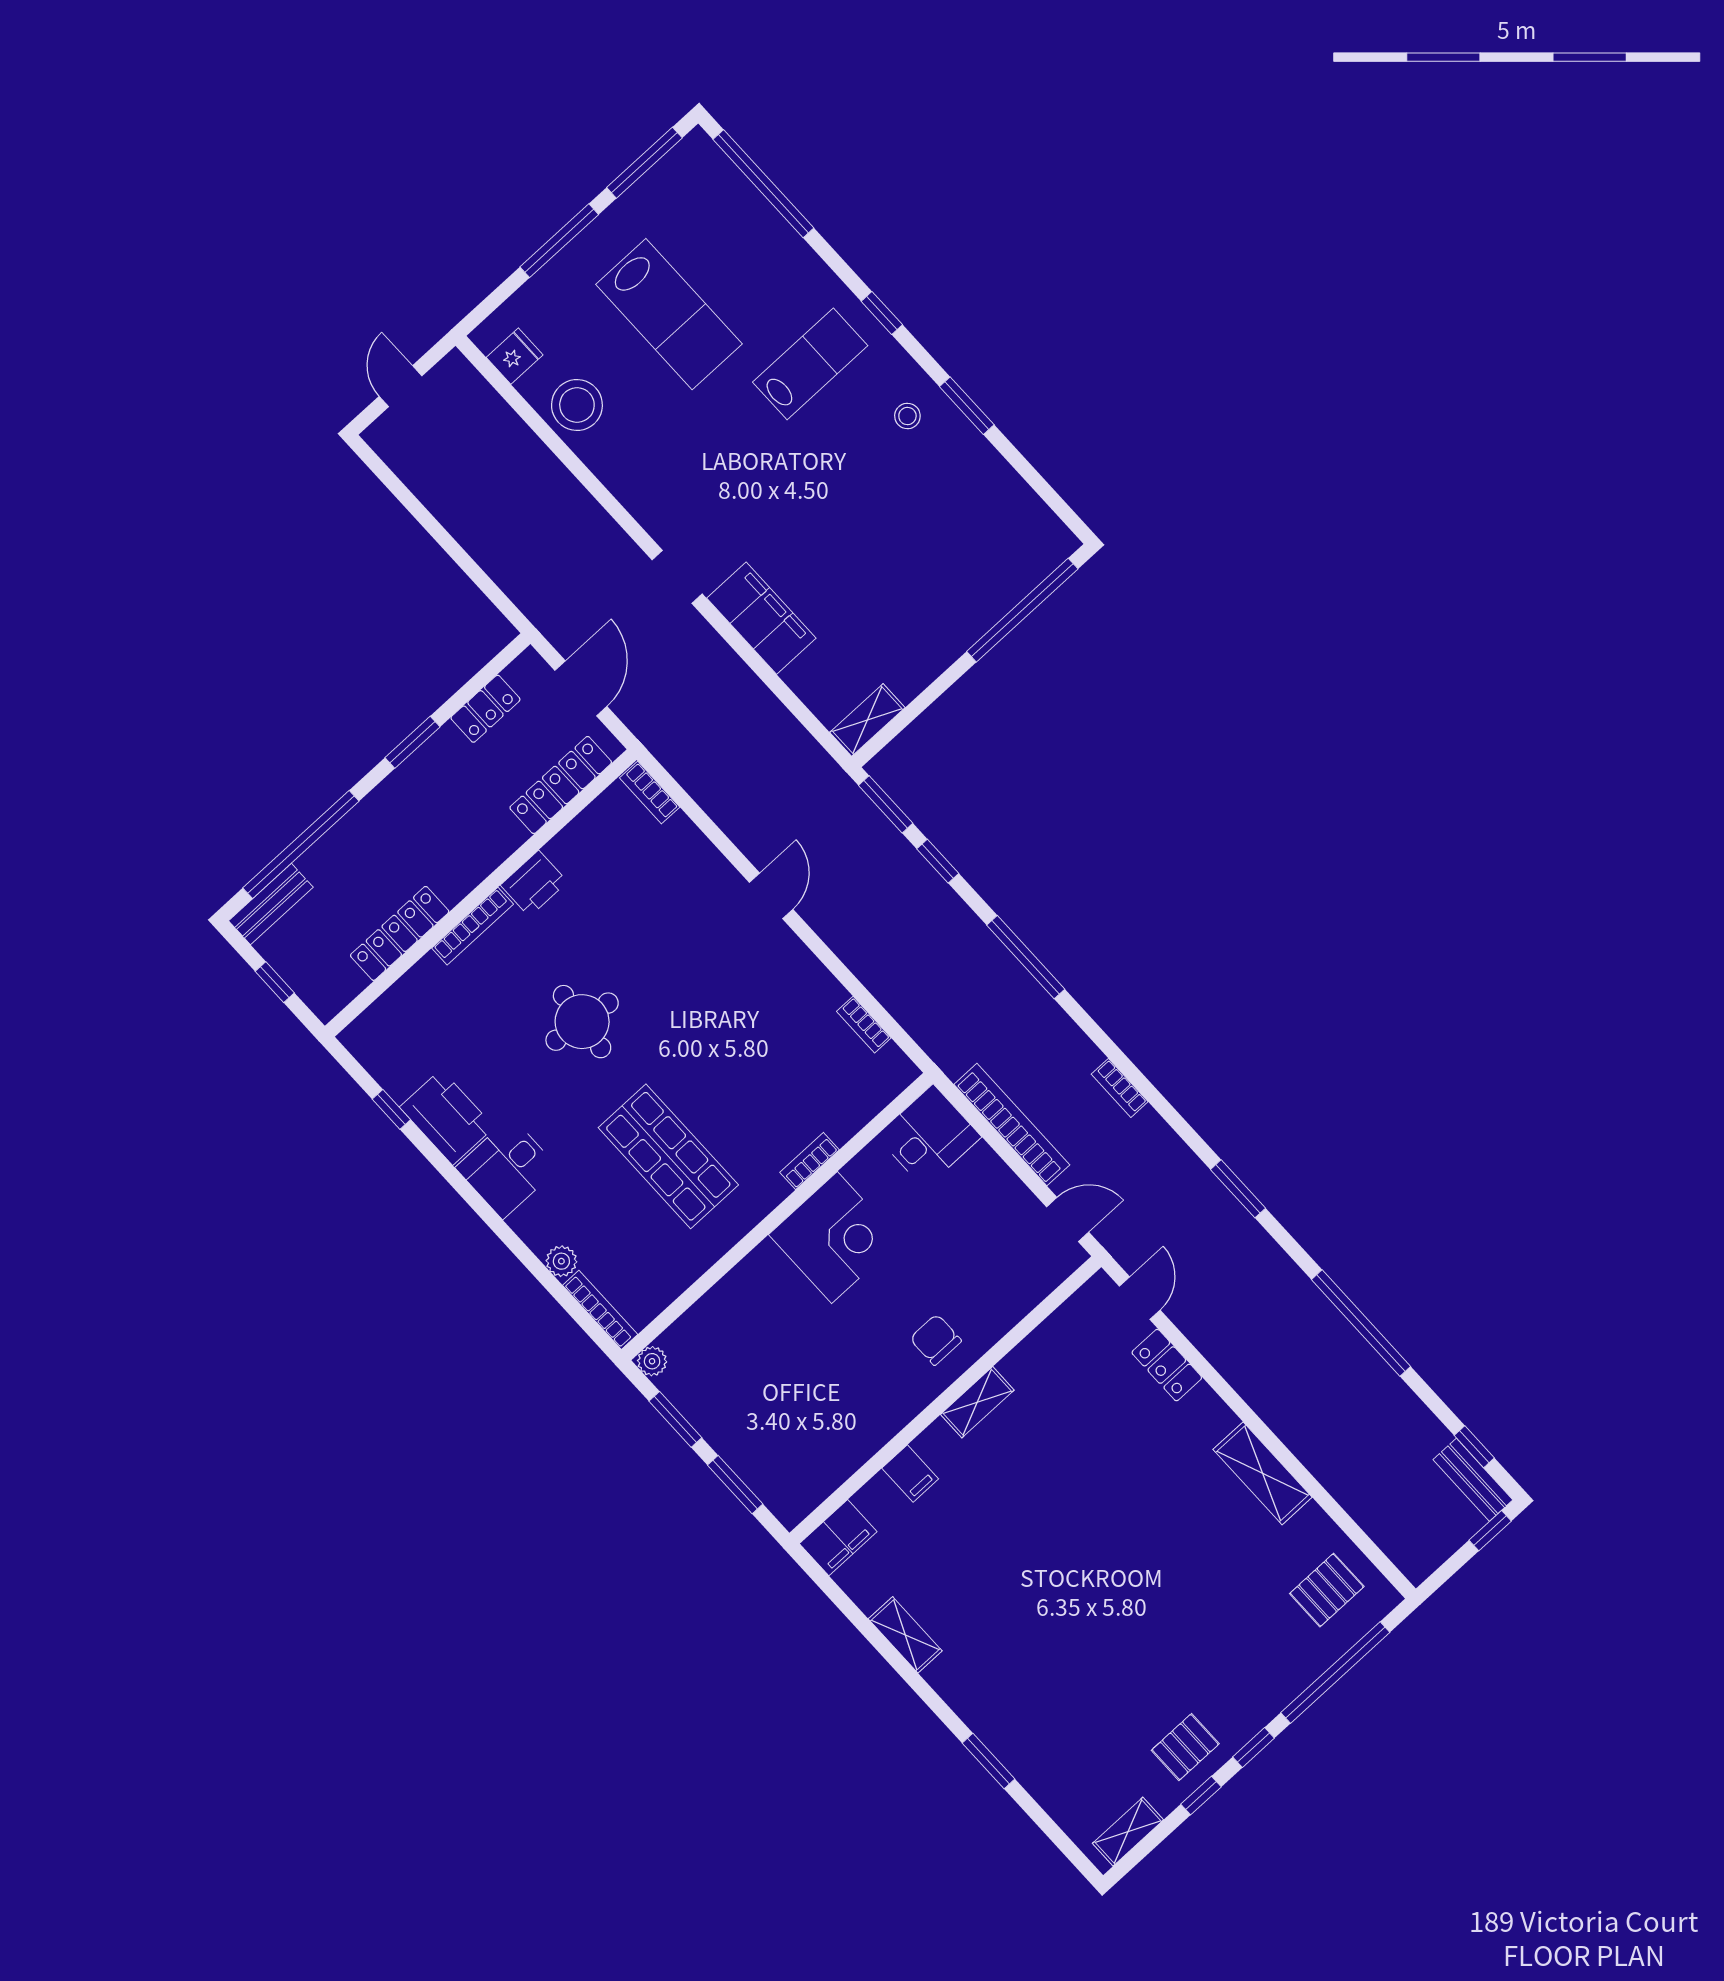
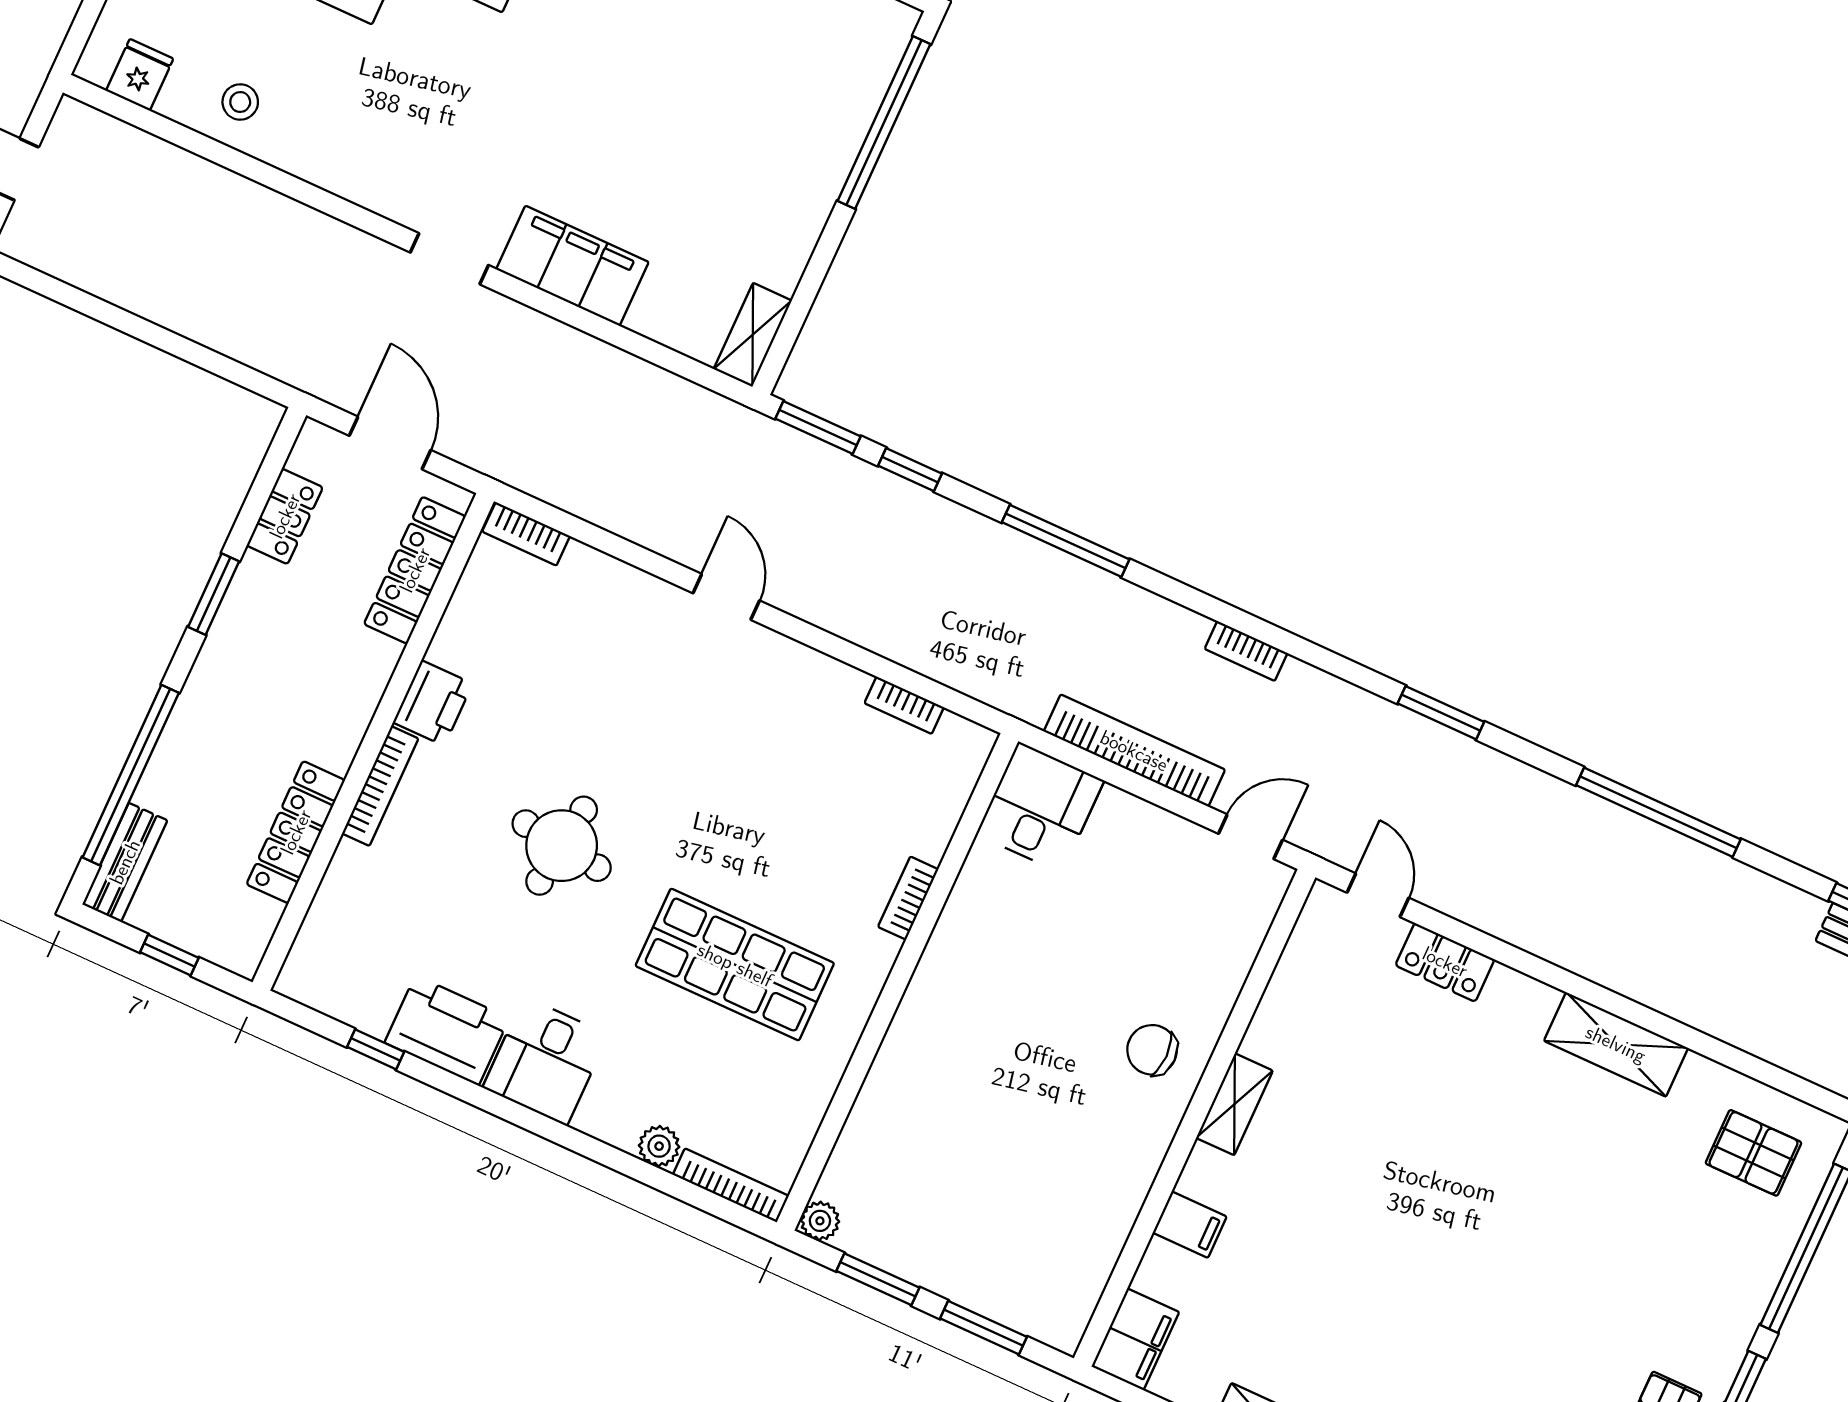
stool: (577, 405) -> (240, 102), width x0.53, depth x0.53
corner desk: (834, 1238) -> (977, 978), removed
pallet: (1327, 1590) -> (1753, 1153), turned 90

